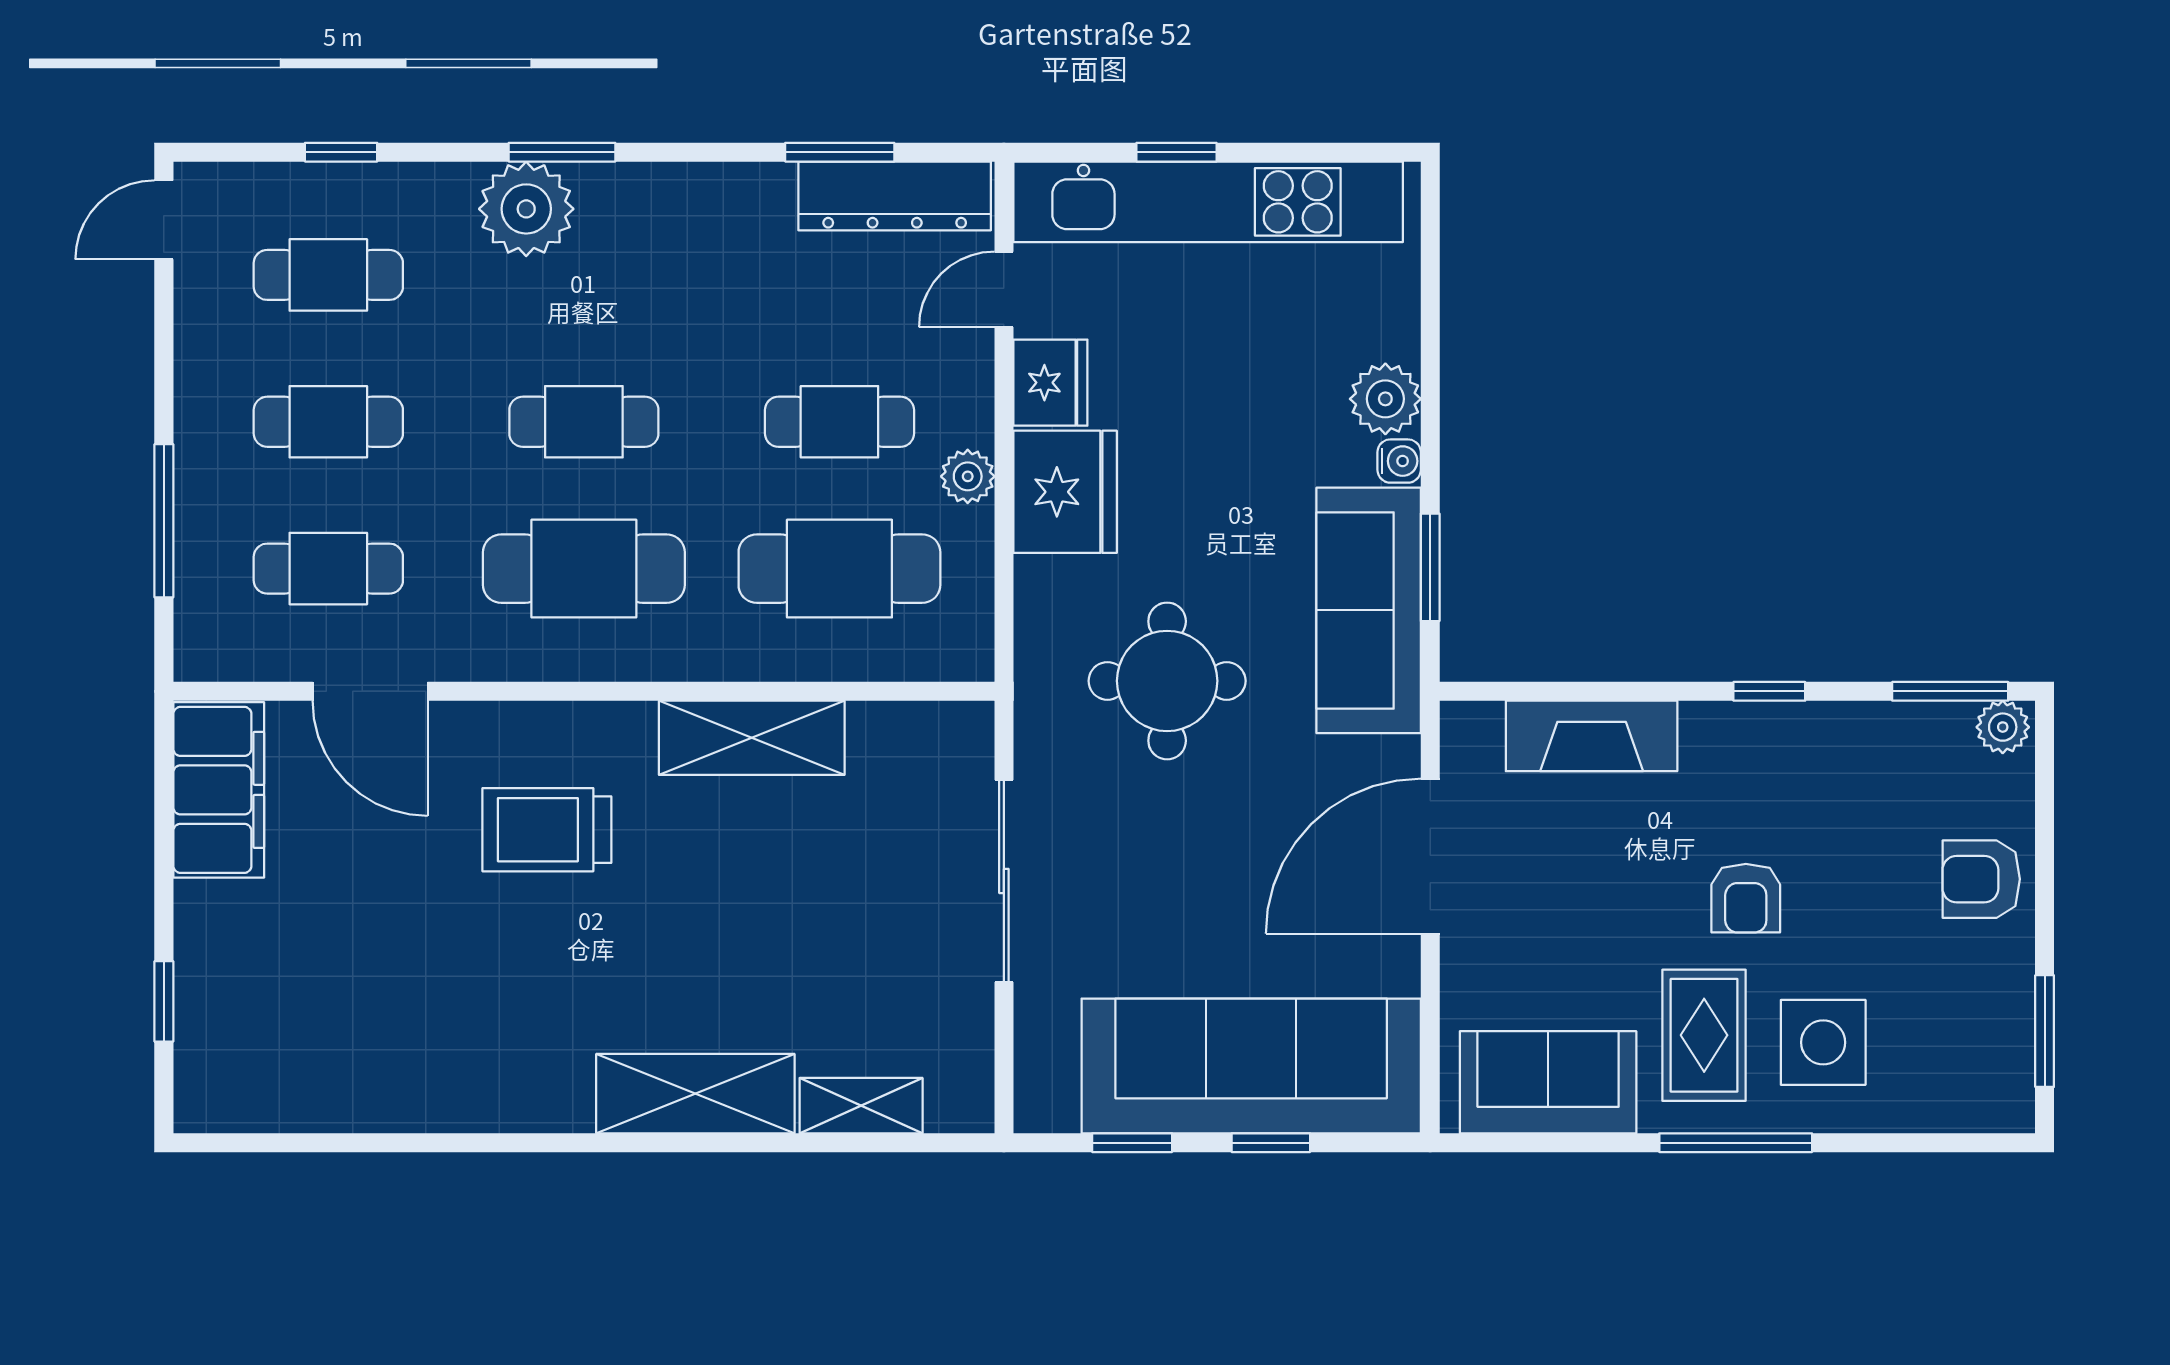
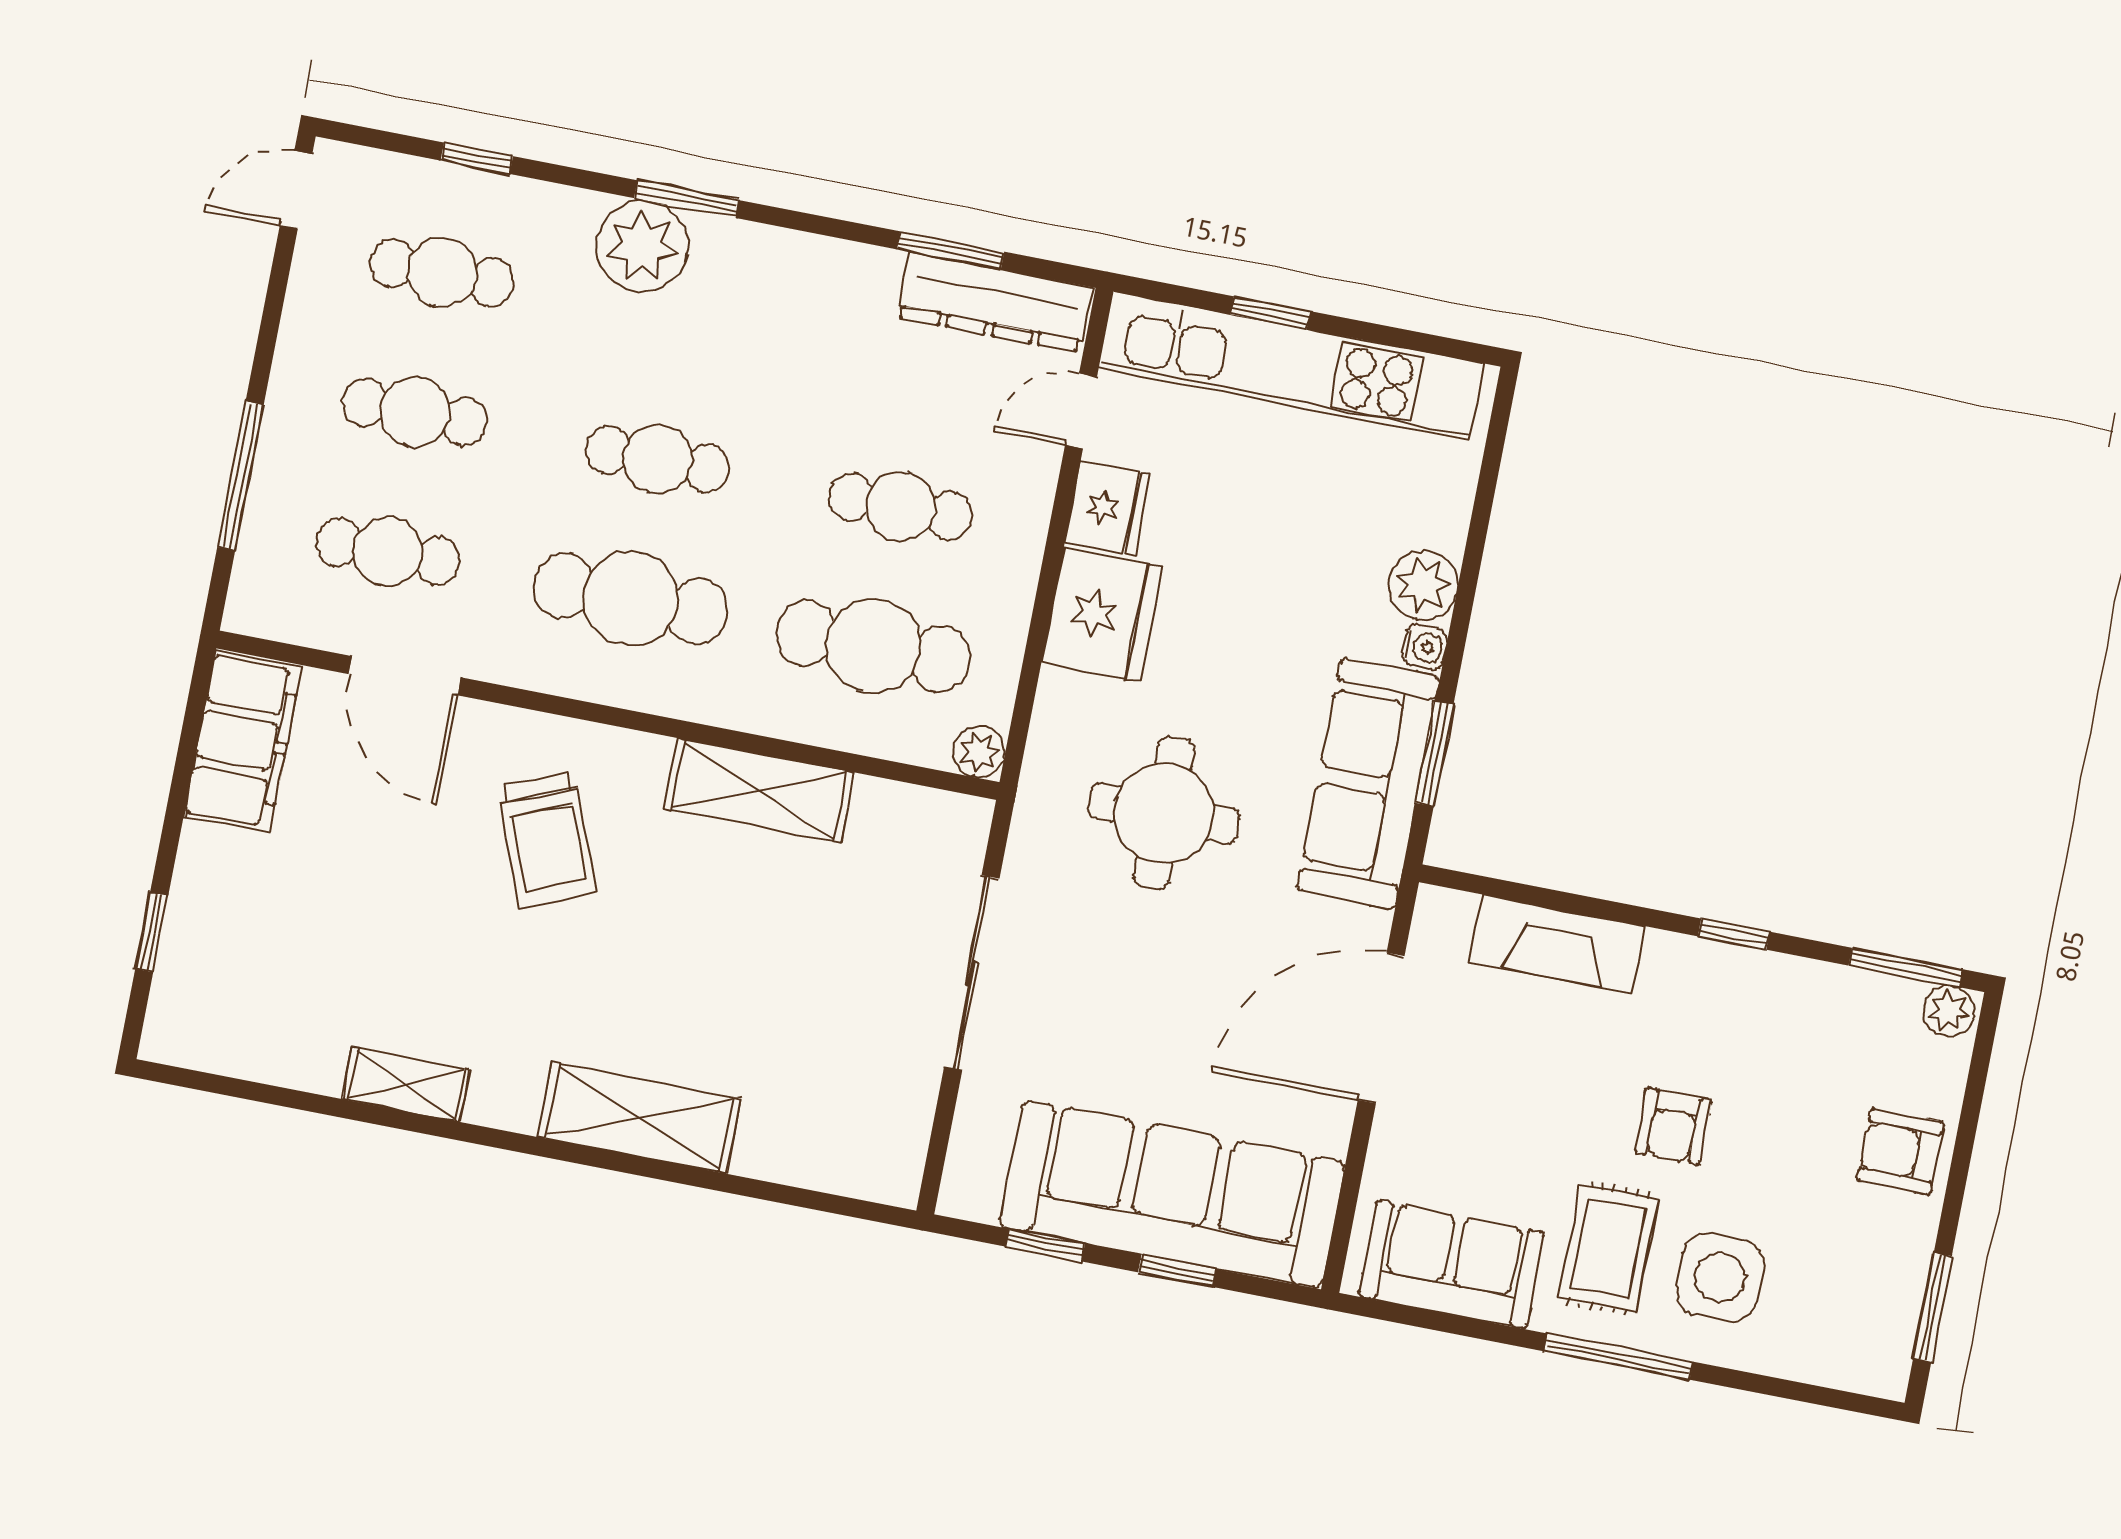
plant: (968, 476) -> (979, 752), moved
trolley: (547, 830) -> (547, 840), turned -112
shelving: (861, 1106) -> (406, 1084), moved

